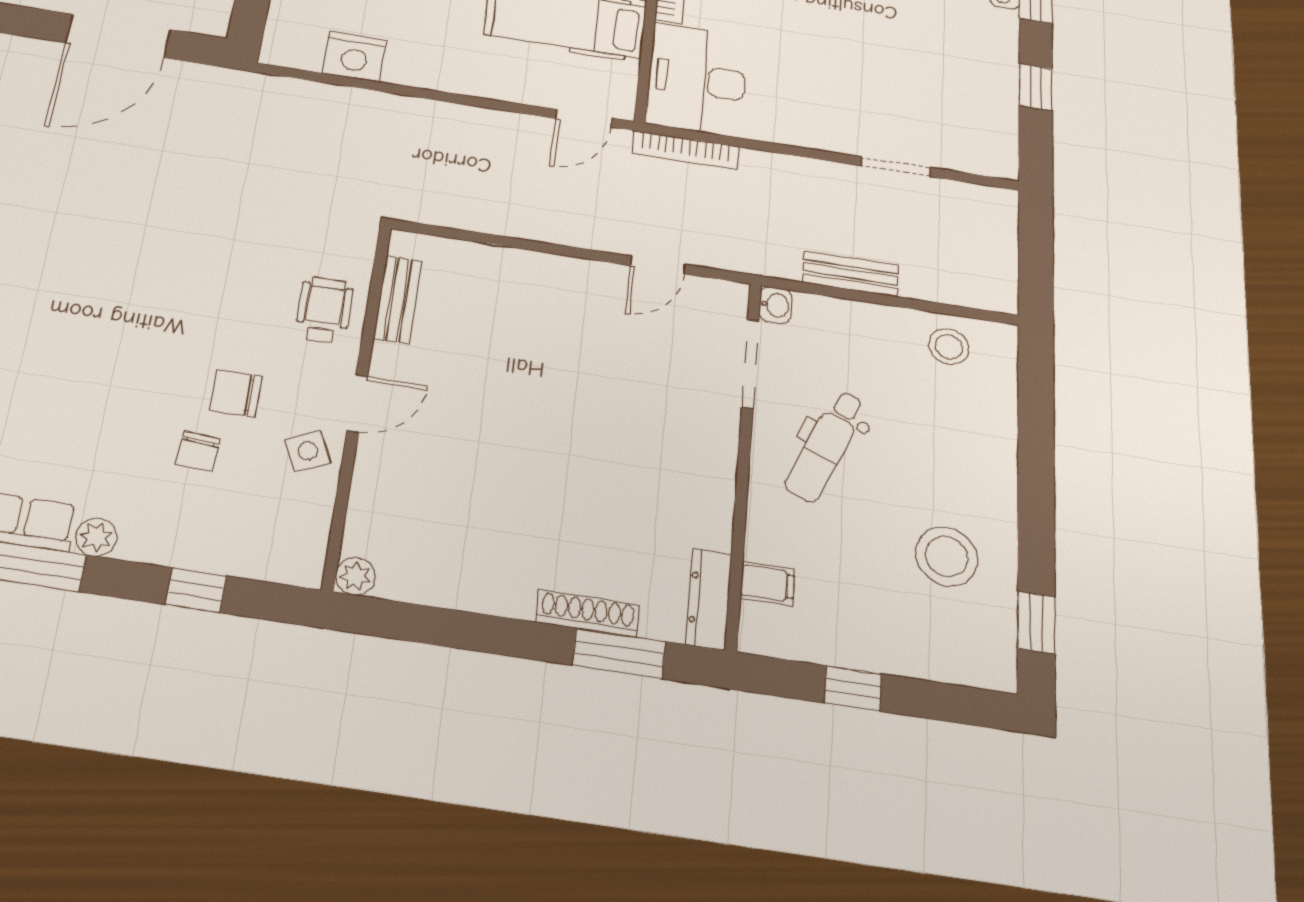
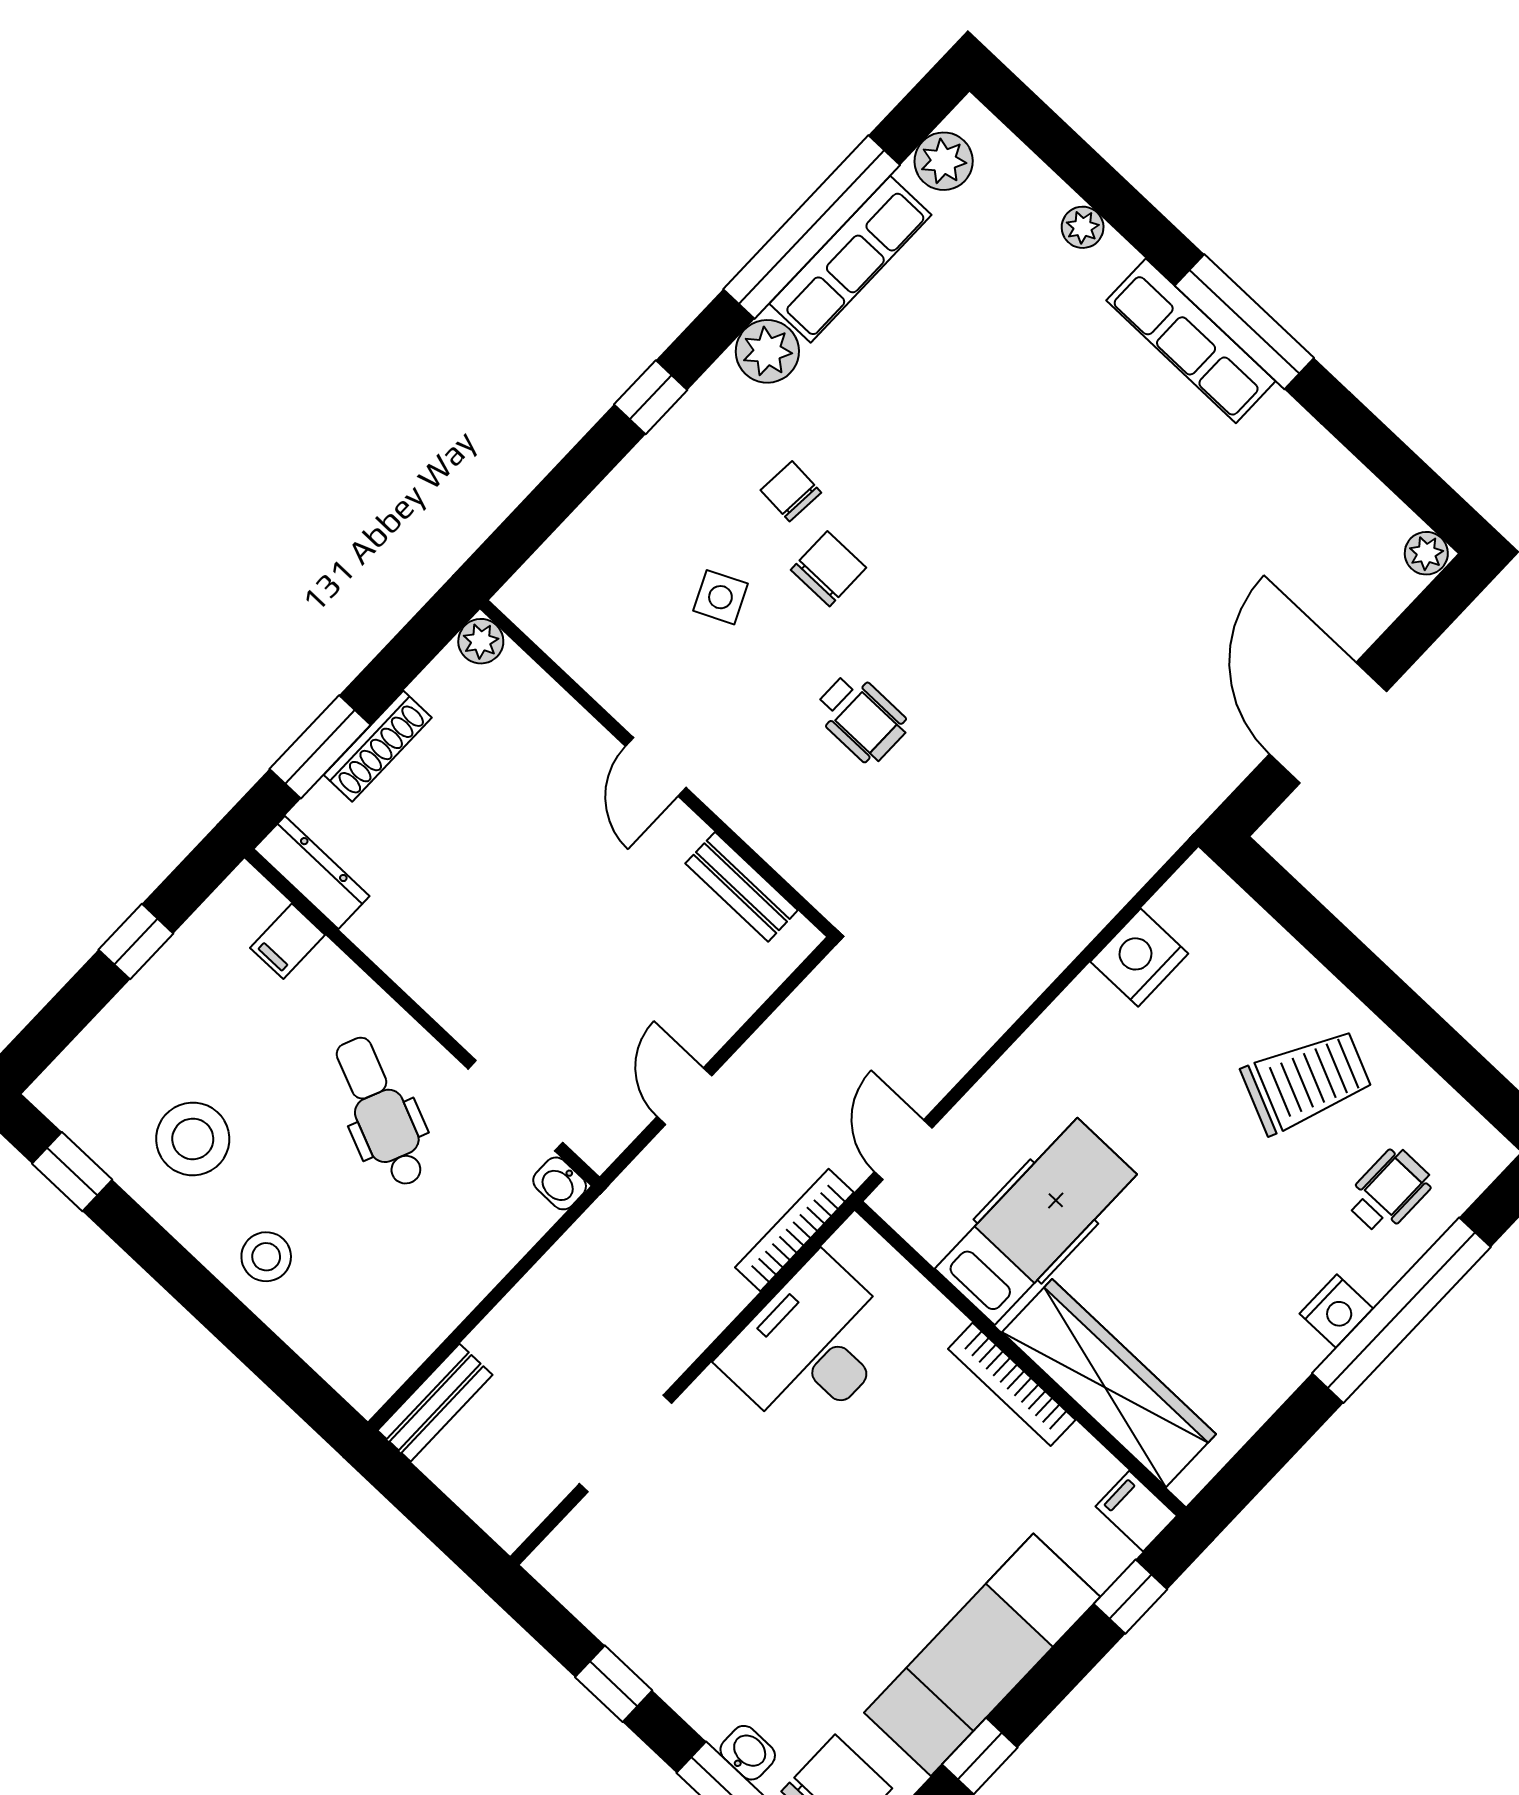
desk: (697, 80) -> (811, 1347), moved, turned -90
doorway: (896, 167) -> (626, 1443), width x1.38
bench: (851, 274) -> (435, 1403), moved
bench: (398, 299) -> (742, 887), moved
stool: (949, 347) -> (266, 1257), moved
wall: (358, 402) -> (657, 768), moved
door: (357, 403) -> (656, 767), moved
plant: (96, 537) -> (767, 351), width x1.38, depth x1.38
plant: (355, 576) -> (481, 641), moved

